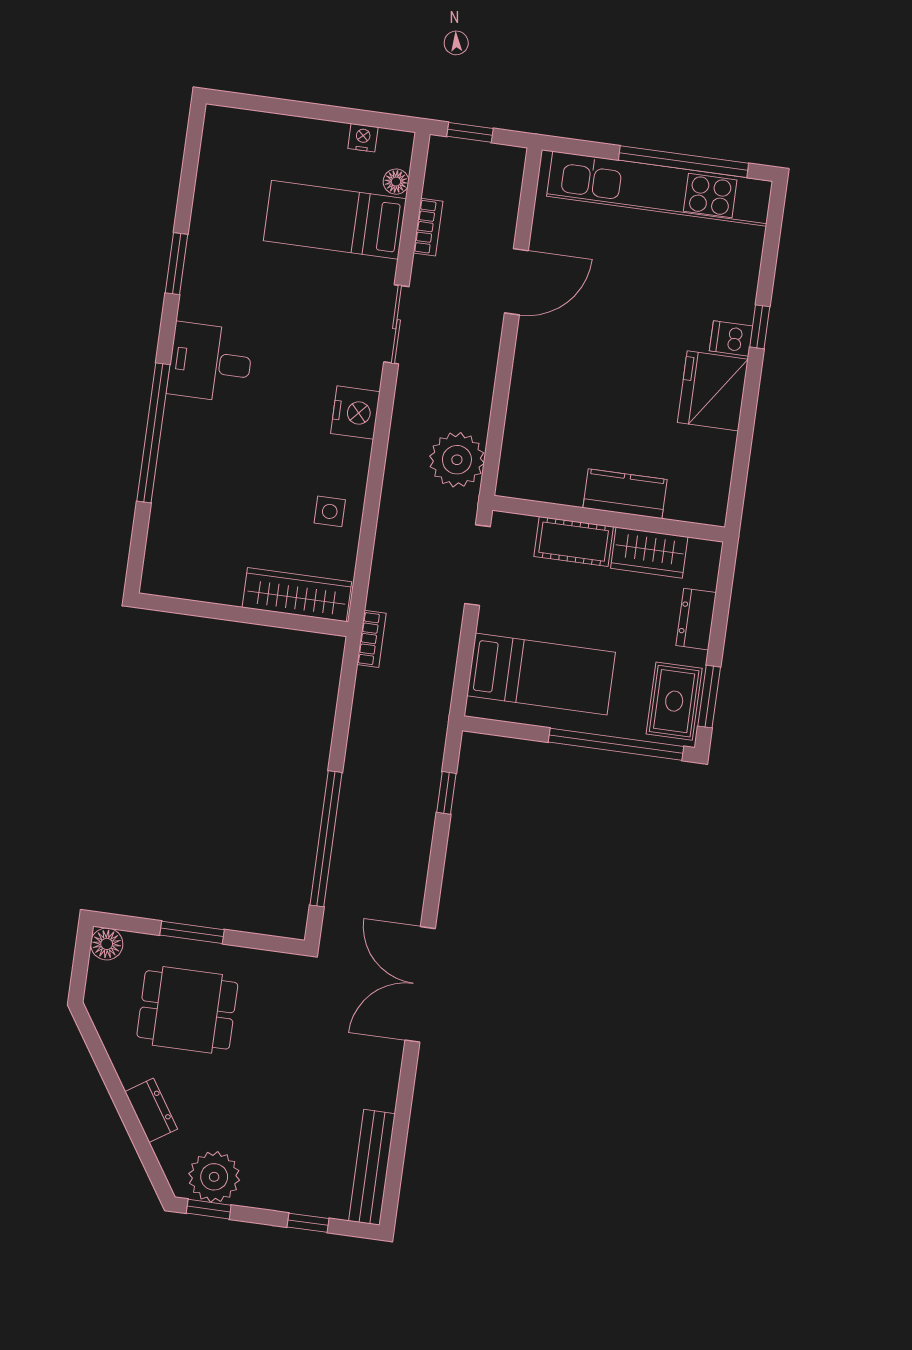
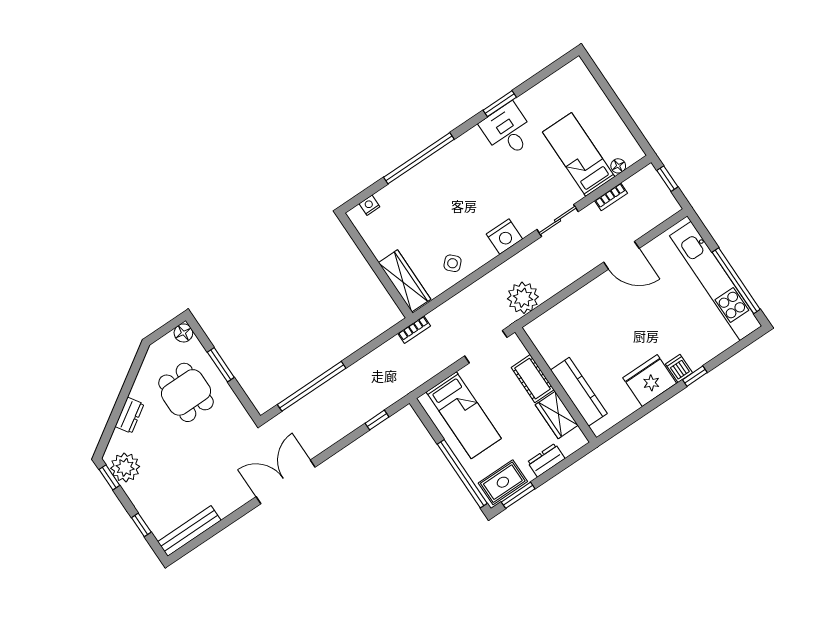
nightstand: (363, 138) -> (369, 205), moved, turned -90
desk: (210, 363) -> (508, 131), moved
kitchen counter: (625, 494) -> (579, 392), width x1.50
side table: (330, 511) -> (453, 263), turned 45

